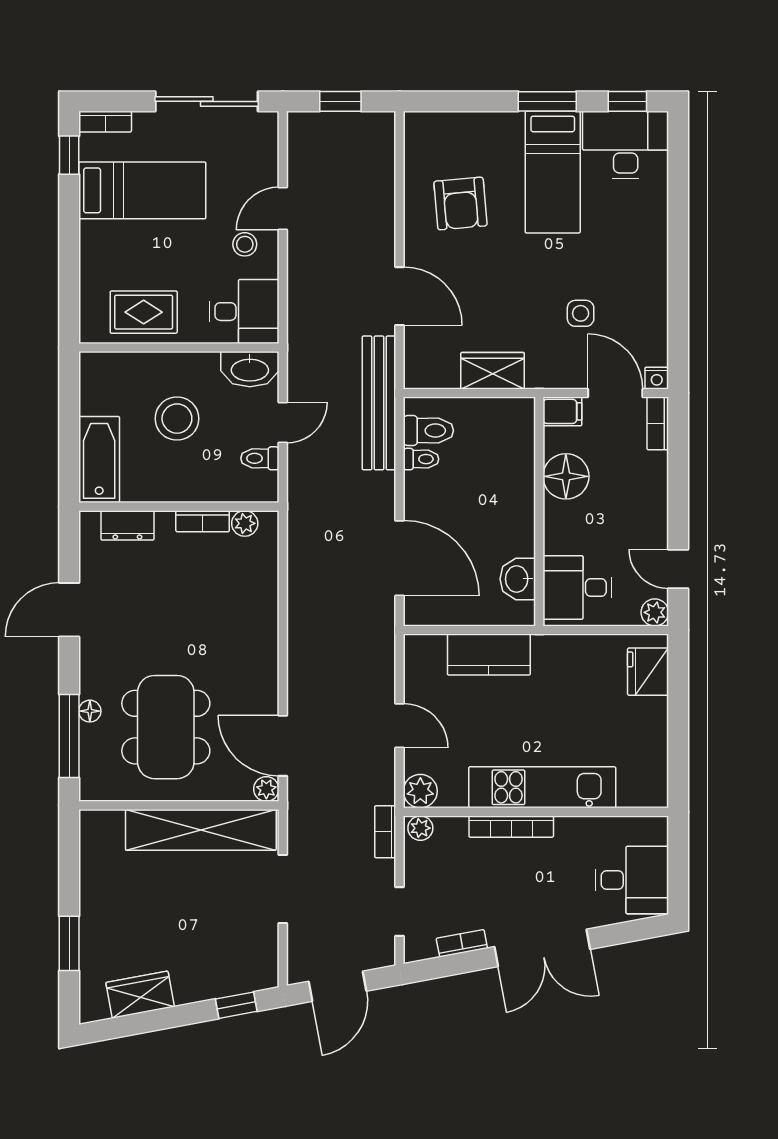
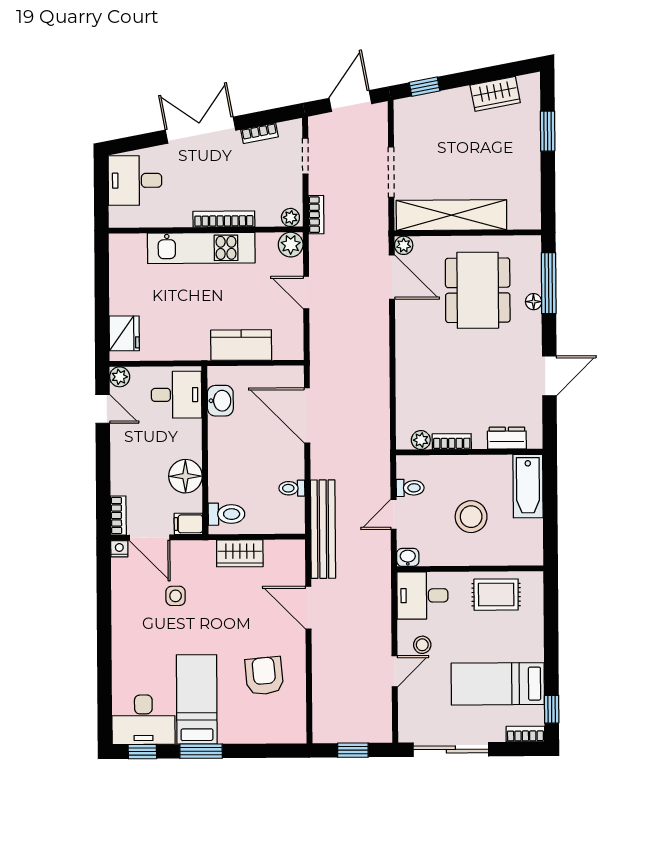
washbasin: (250, 369) -> (408, 557), width x0.52, depth x0.69
toilet: (428, 431) -> (226, 514), moved, turned 180

